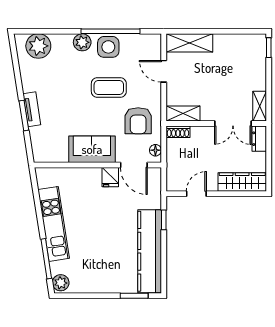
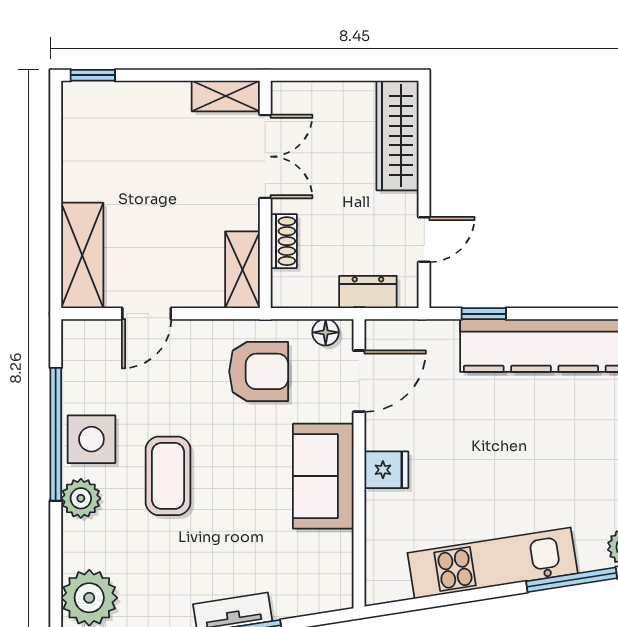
coffee table: (109, 87) -> (168, 476), moved
shoe rack: (178, 132) -> (284, 241), moved
dresser: (259, 139) -> (368, 292), moved, turned 180
fridge: (110, 177) -> (386, 470), moved
door: (196, 194) -> (424, 240), swing flipped

